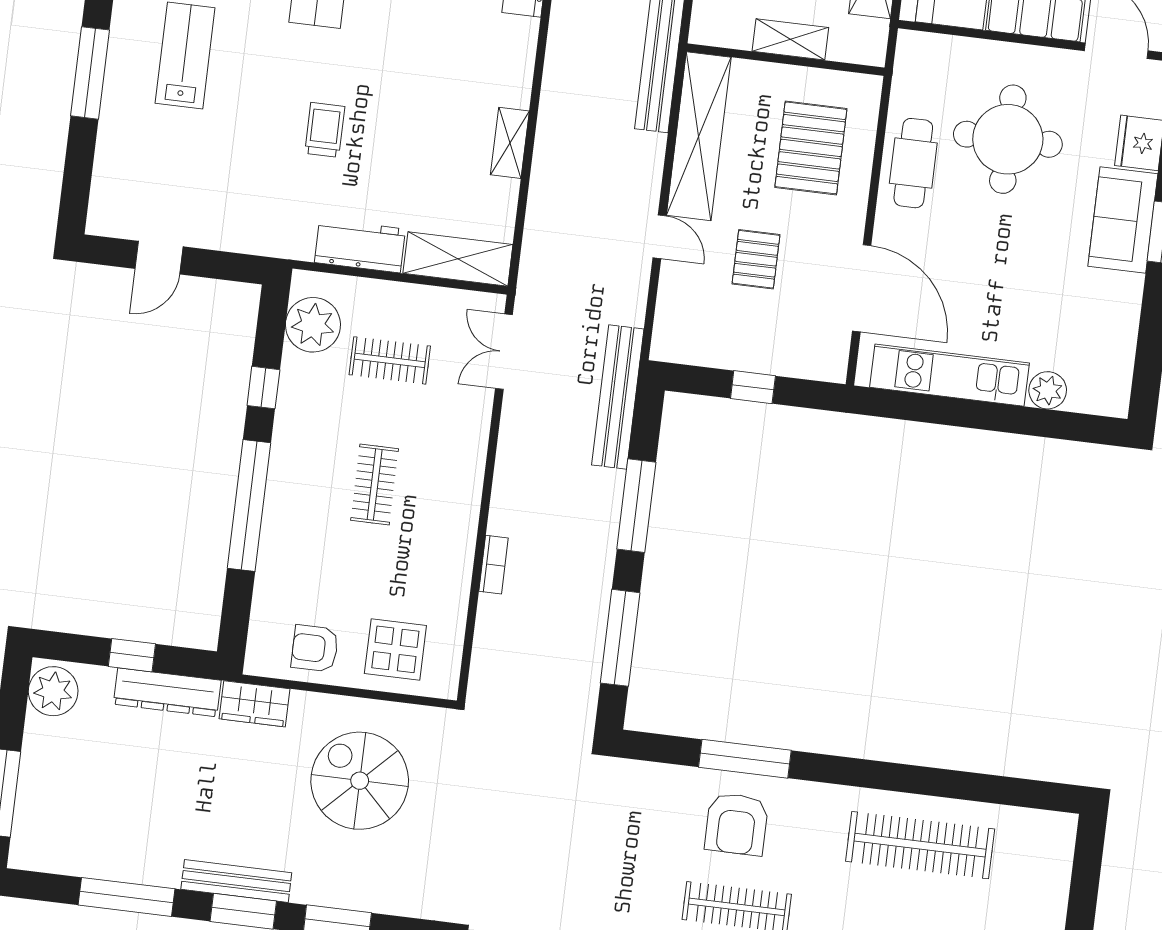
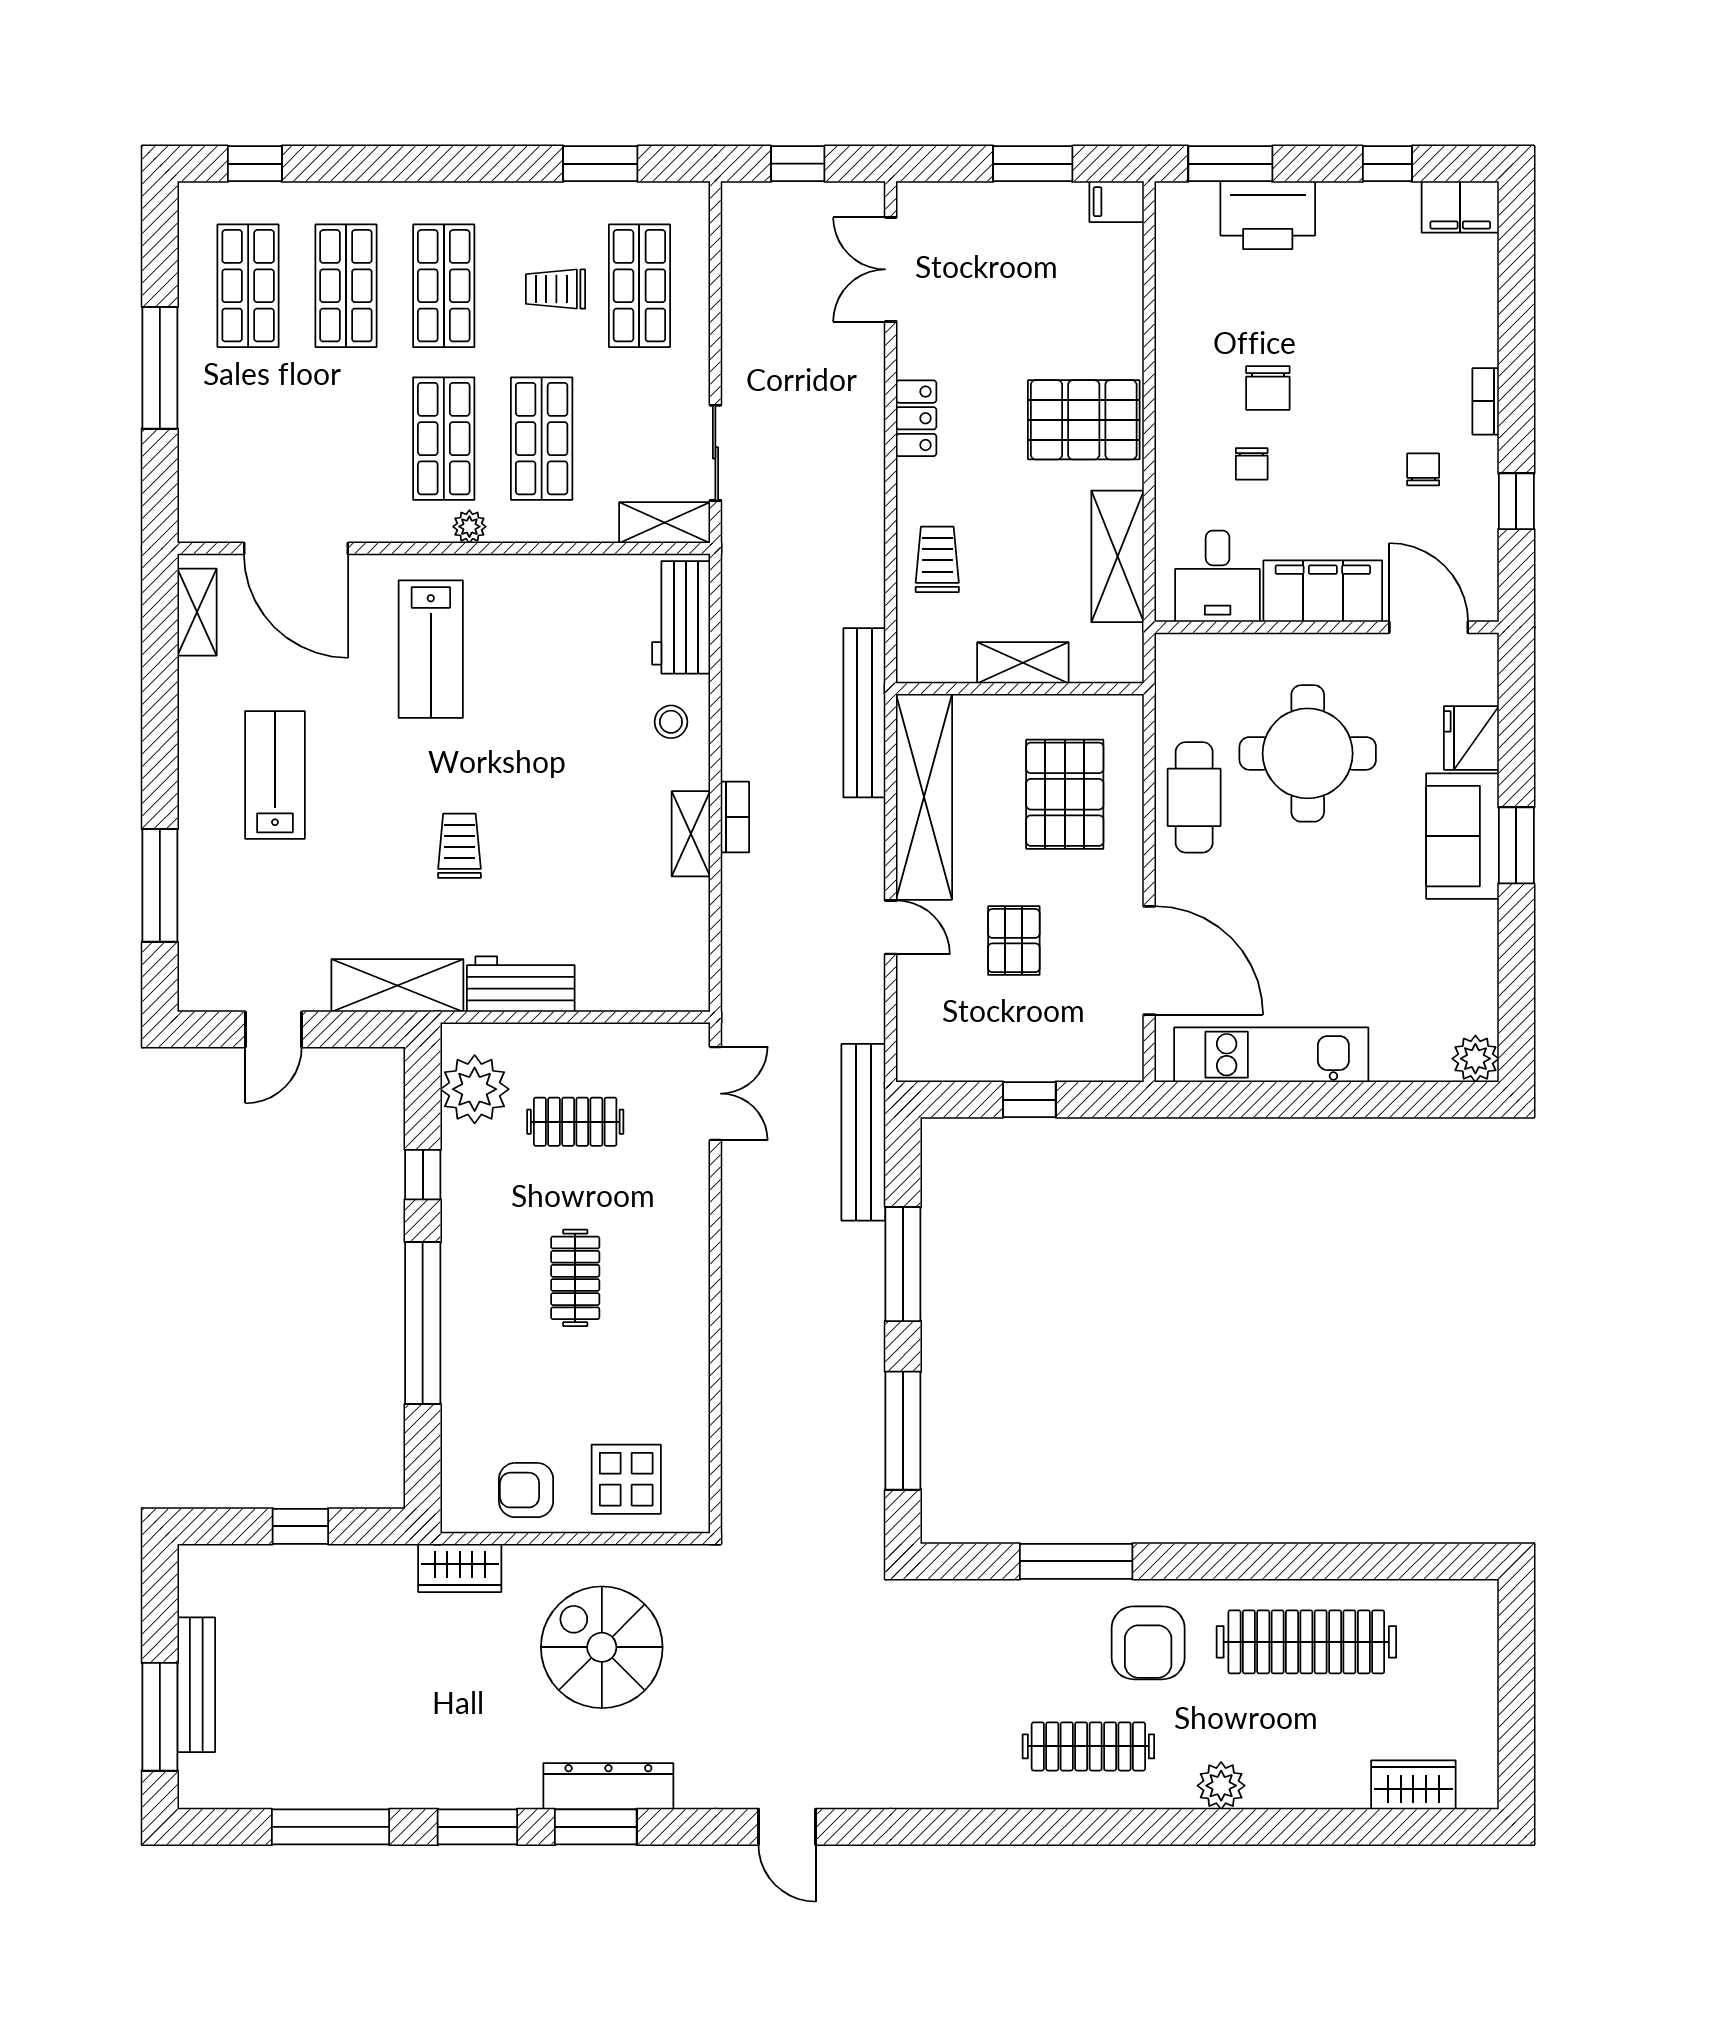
stool: (505, 52) -> (671, 722), added
window: (90, 73) -> (160, 885), moved
shelving: (458, 259) -> (397, 986), moved
double door: (504, 352) -> (715, 1094), swing flipped
plant: (1048, 390) -> (1475, 1059), moved
bookcase: (493, 565) -> (735, 817), moved
plant: (53, 691) -> (208, 1583), removed
dresser: (167, 692) -> (608, 1786), moved, turned 180
armchair: (737, 824) -> (1148, 1643), moved
bench: (236, 881) -> (196, 1685), moved, turned 90

